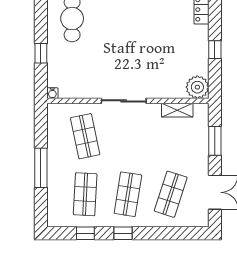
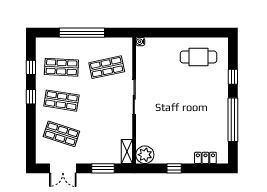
window: (41, 53) -> (171, 33), removed
shelving: (177, 110) -> (127, 151), moved
window: (41, 168) -> (82, 33), width x1.46

